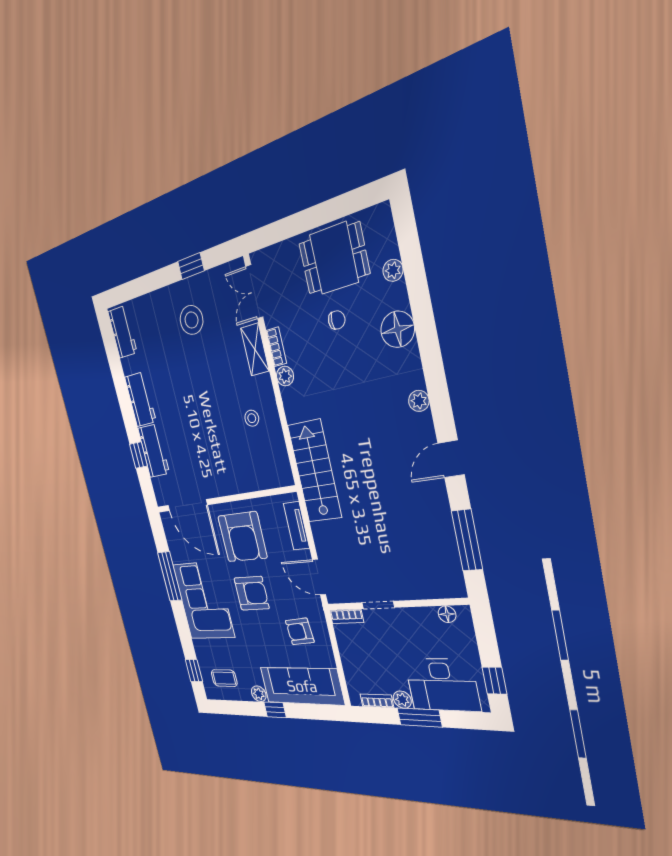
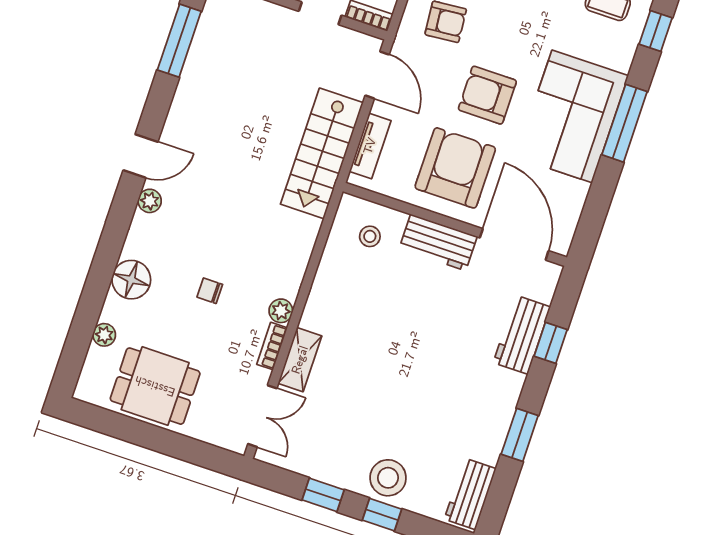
window: (155, 281) -> (382, 515), added
stool: (191, 320) -> (388, 478), moved
chair: (337, 320) -> (210, 291), moved
window: (121, 388) -> (520, 435), added
workbench: (140, 399) -> (438, 242), moved, turned -90
stool: (252, 418) -> (370, 236), moved
door: (451, 459) -> (140, 156), moved
stairs: (315, 471) -> (322, 153), moved
window: (170, 576) -> (625, 123), moved

